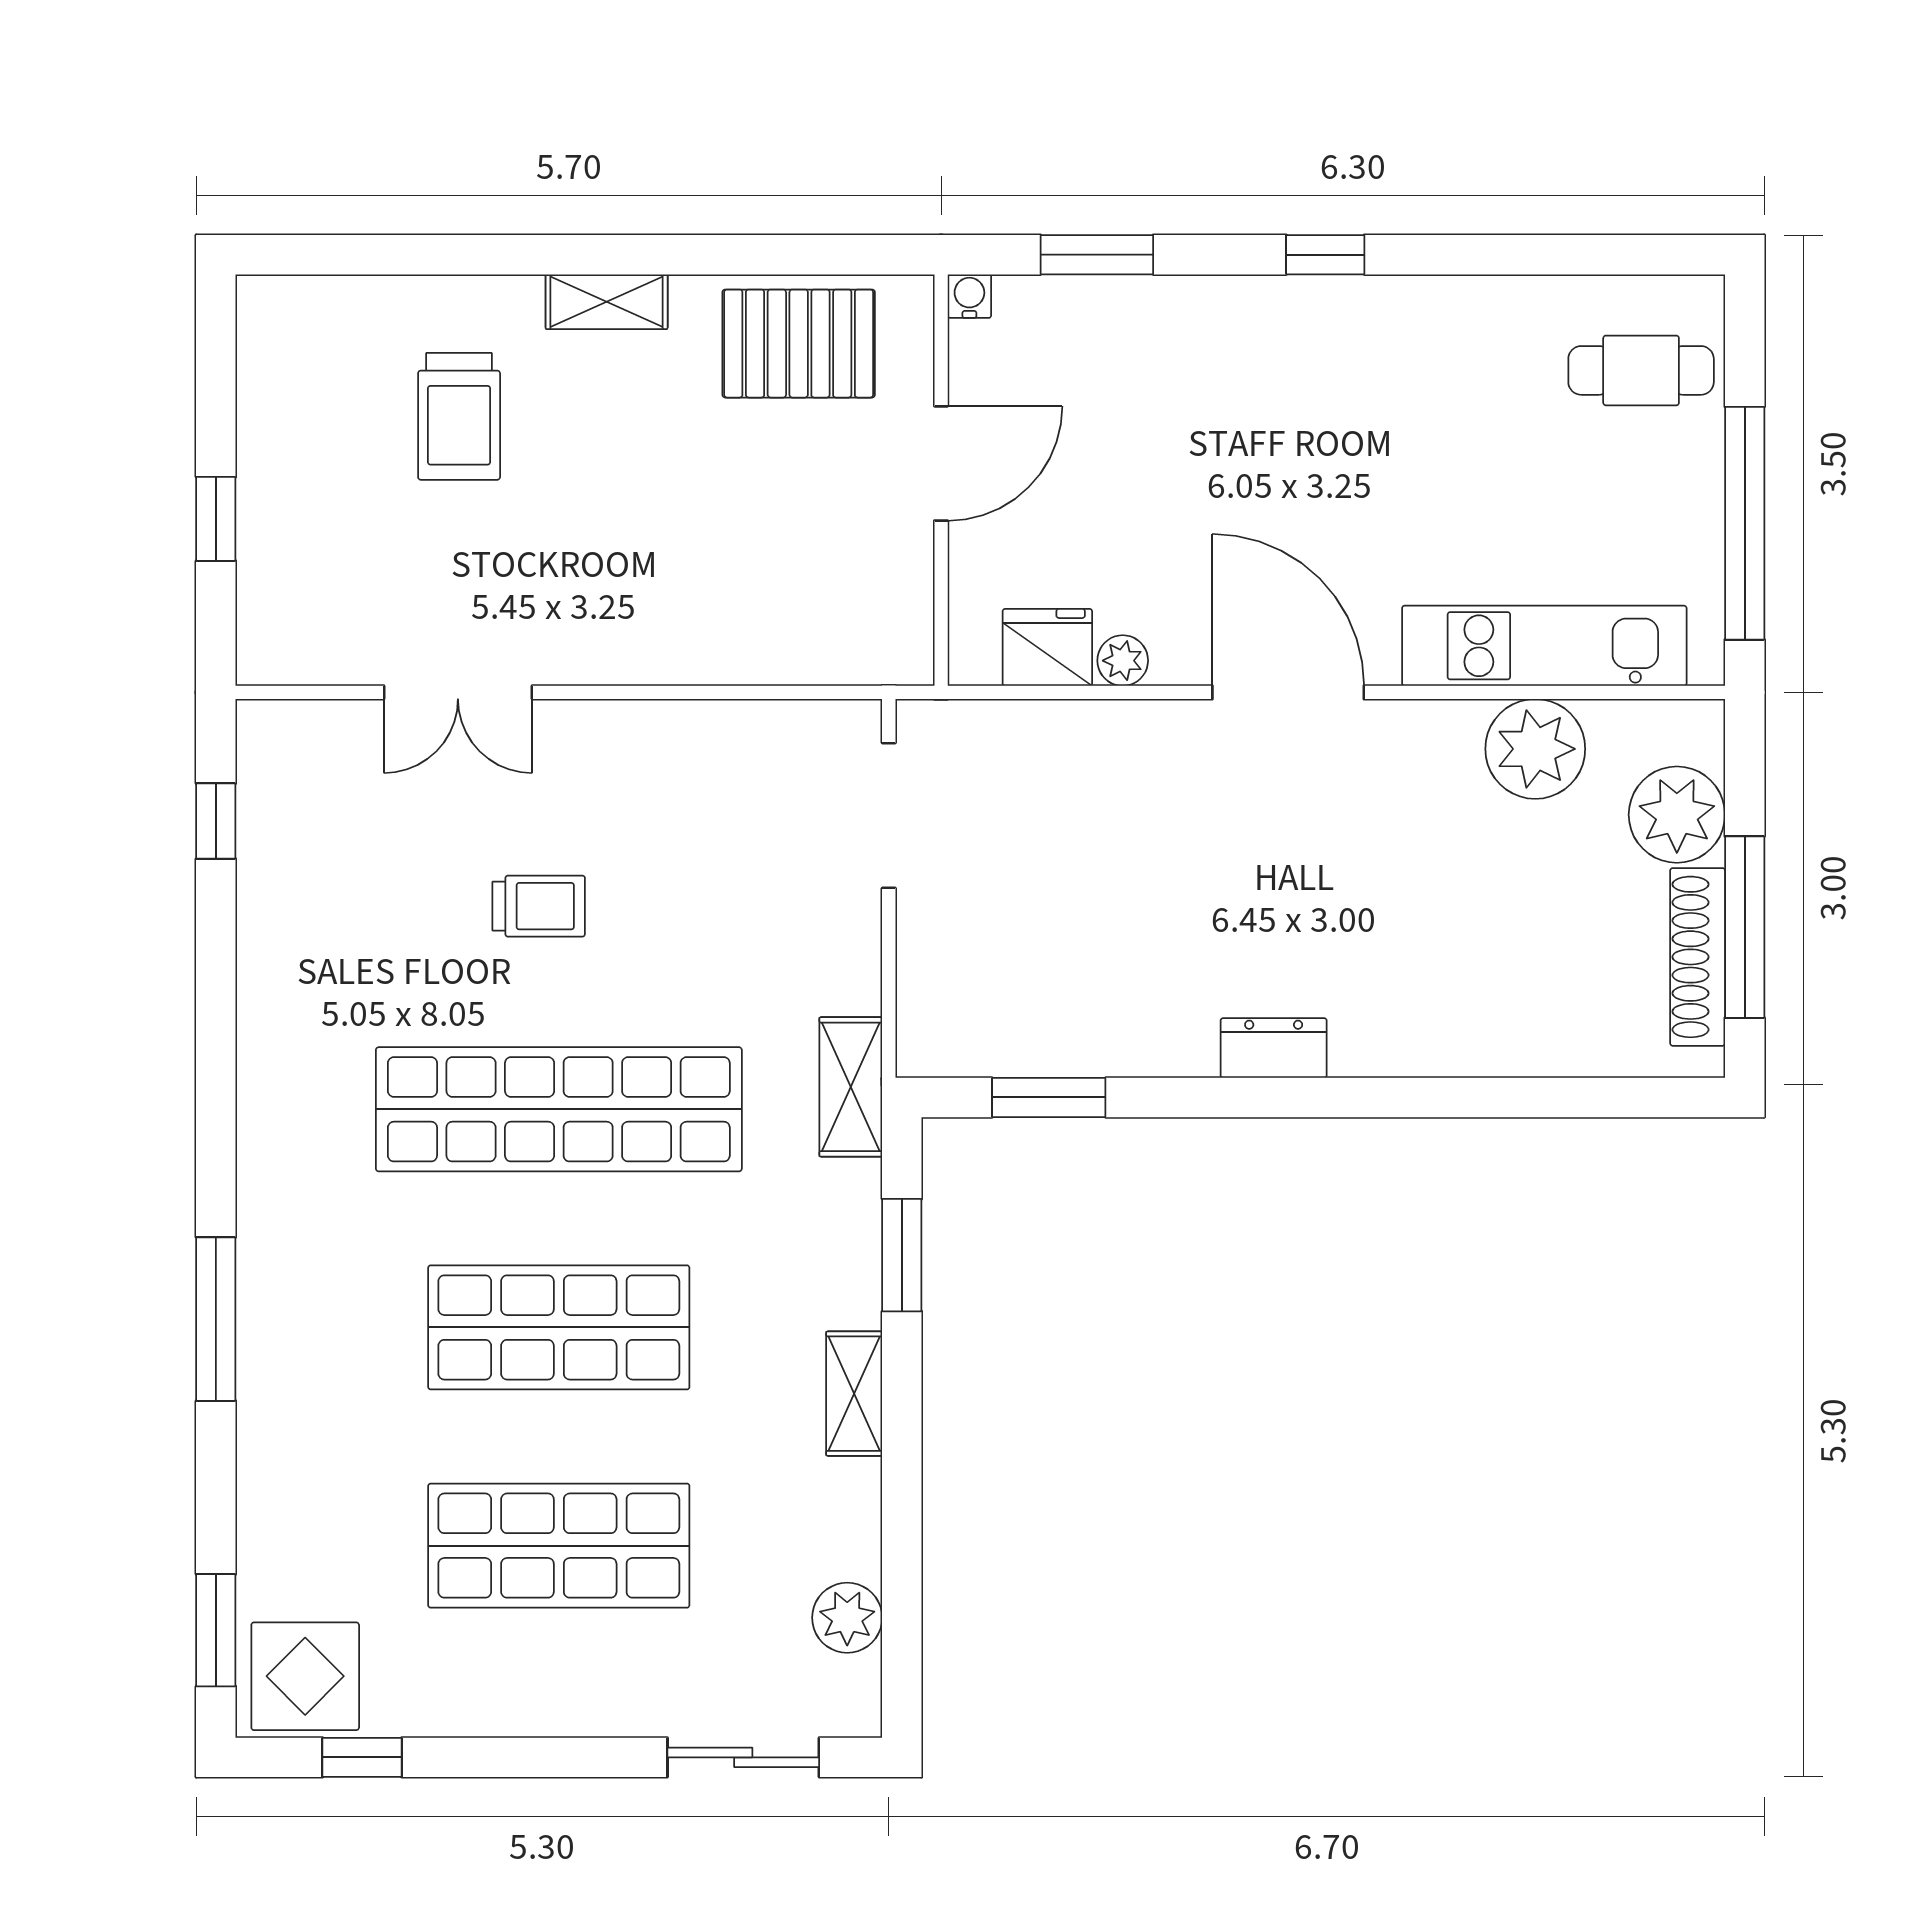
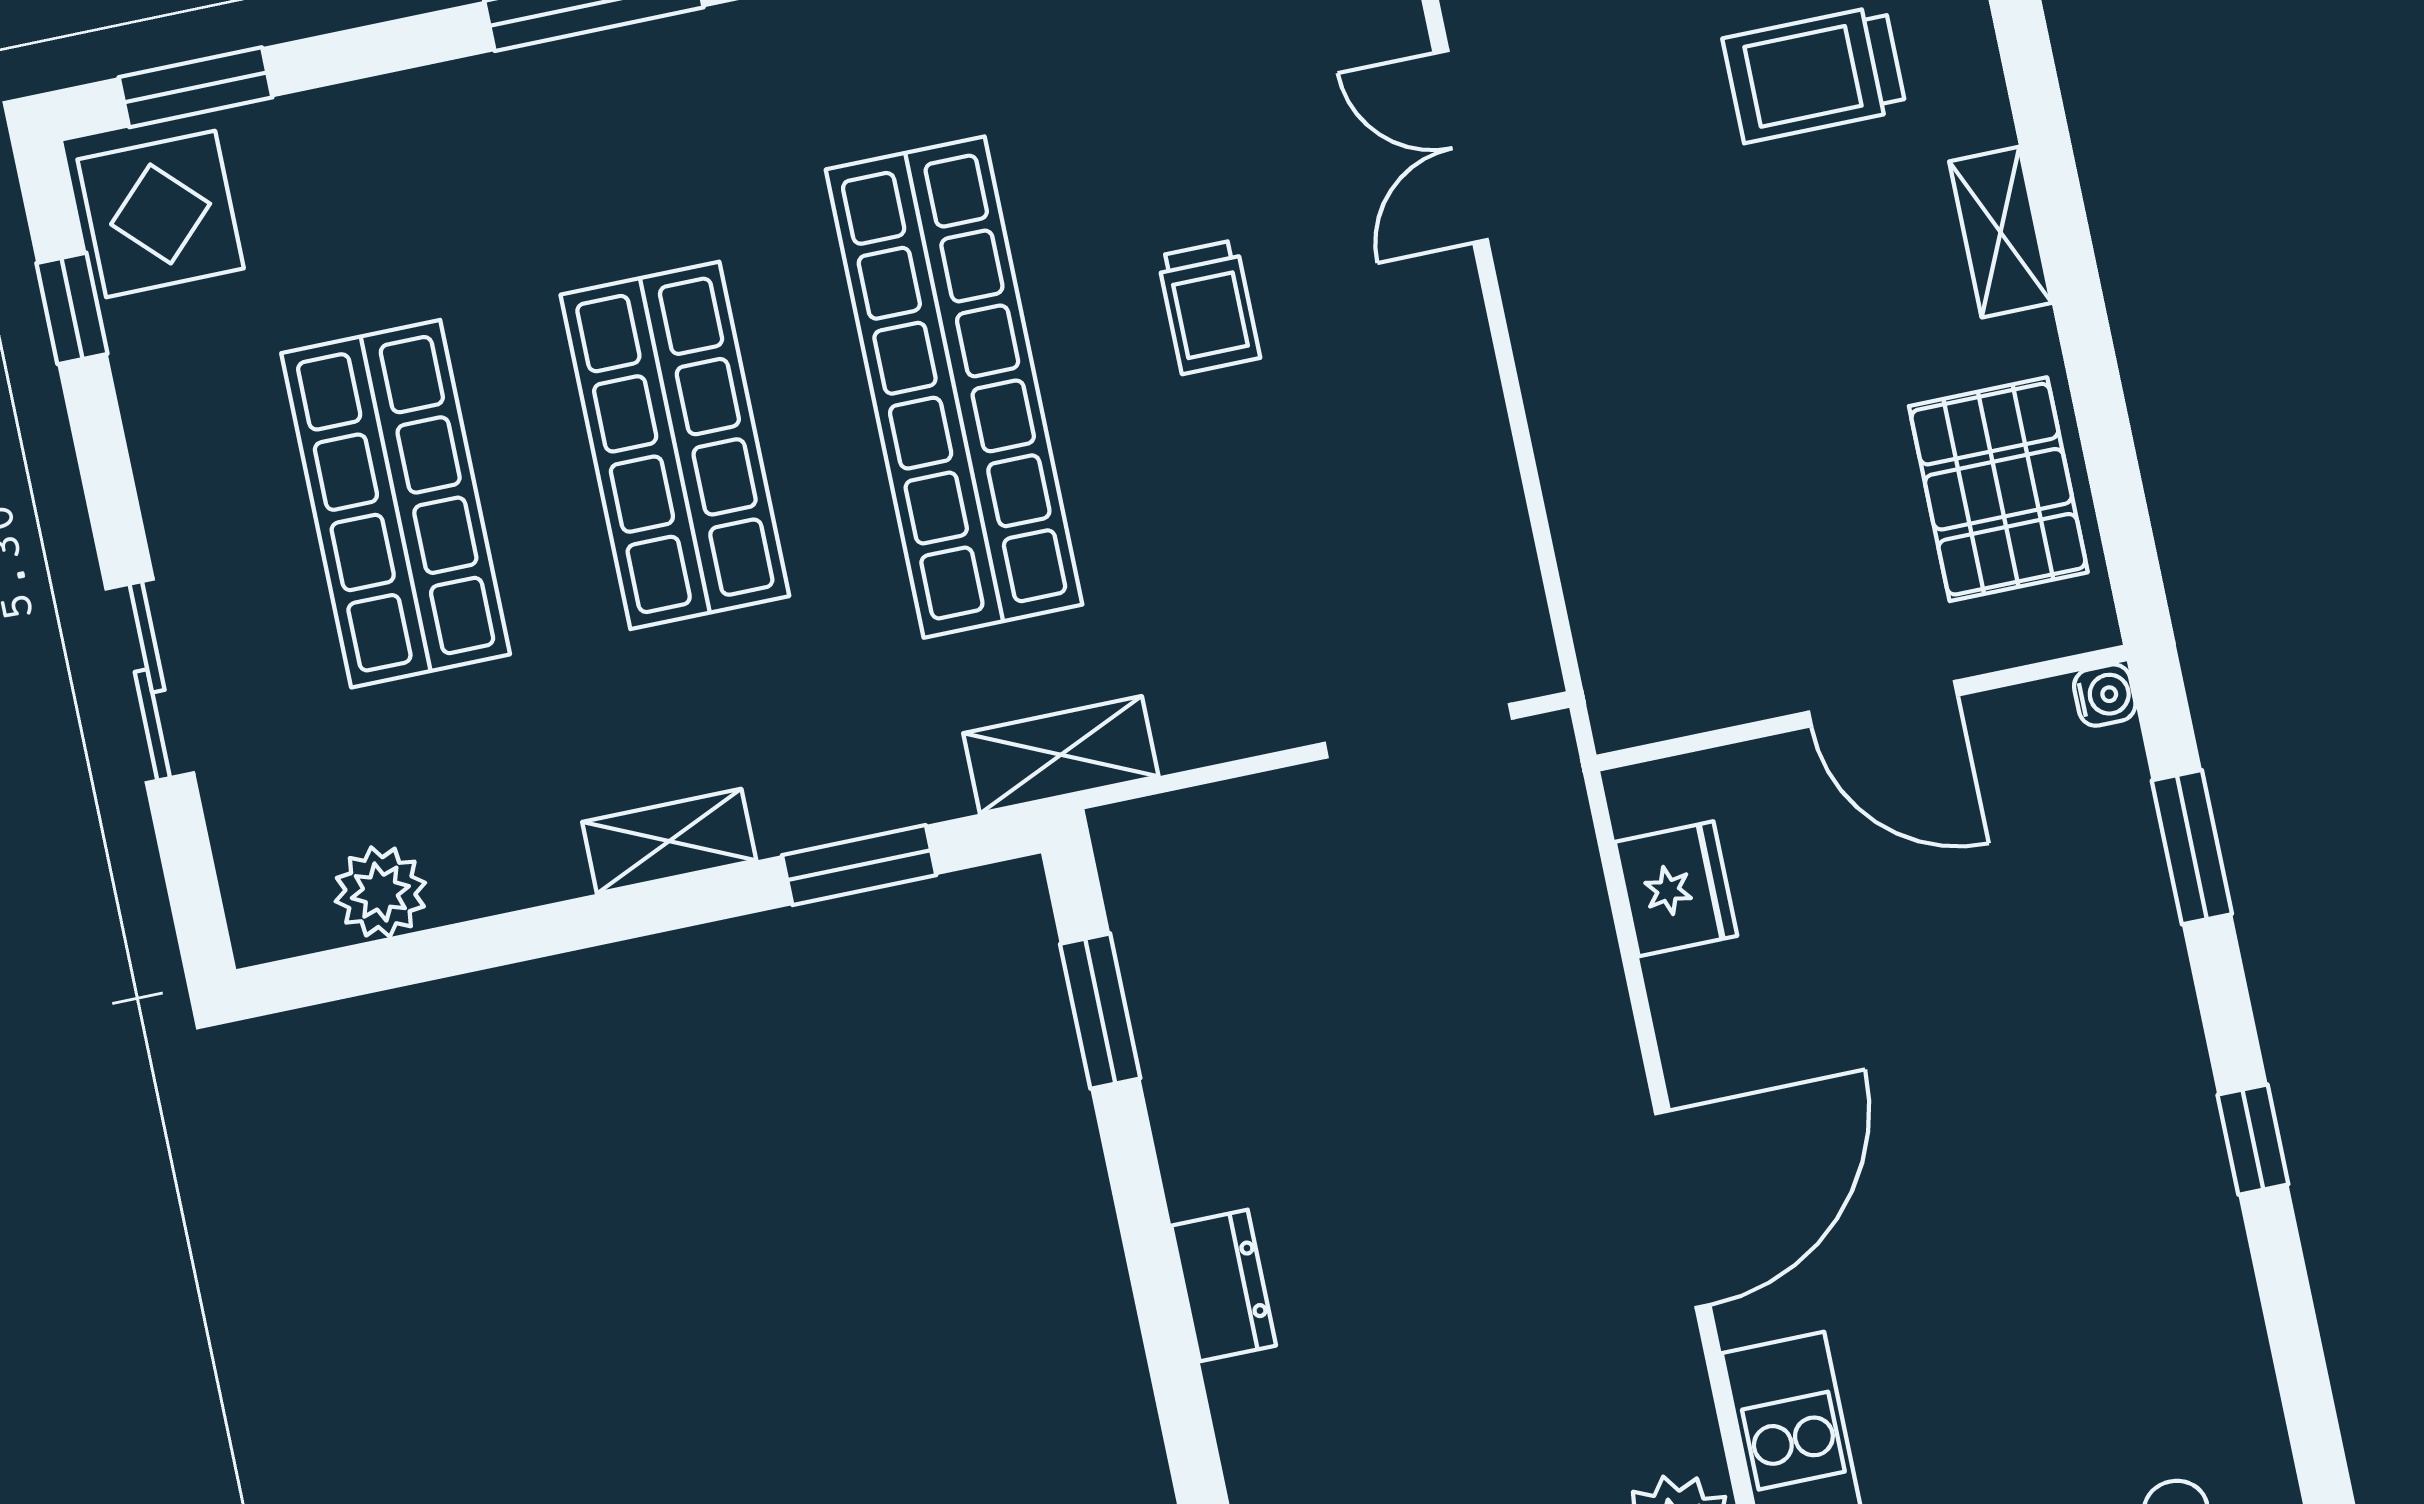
plant: (1123, 661) -> (1679, 989), removed
sliding door: (743, 1757) -> (150, 681), moved

